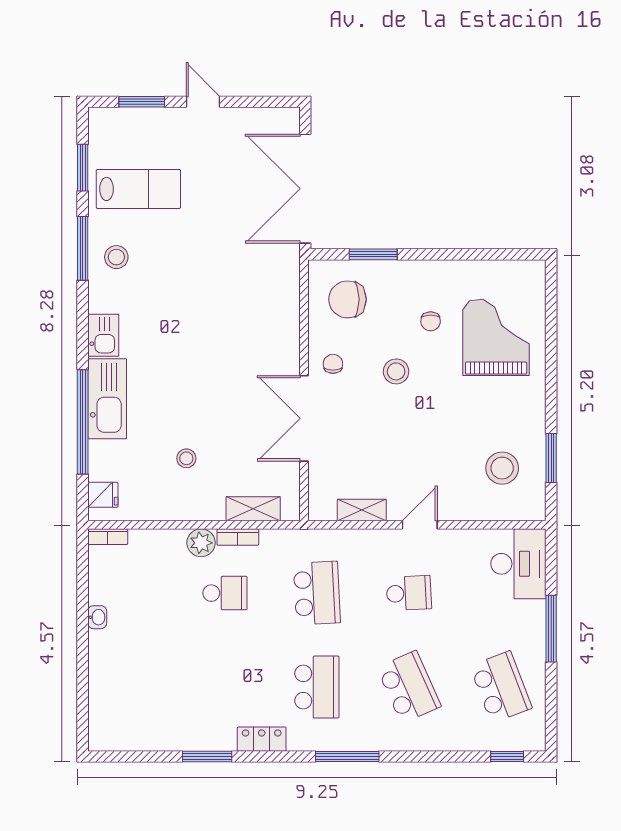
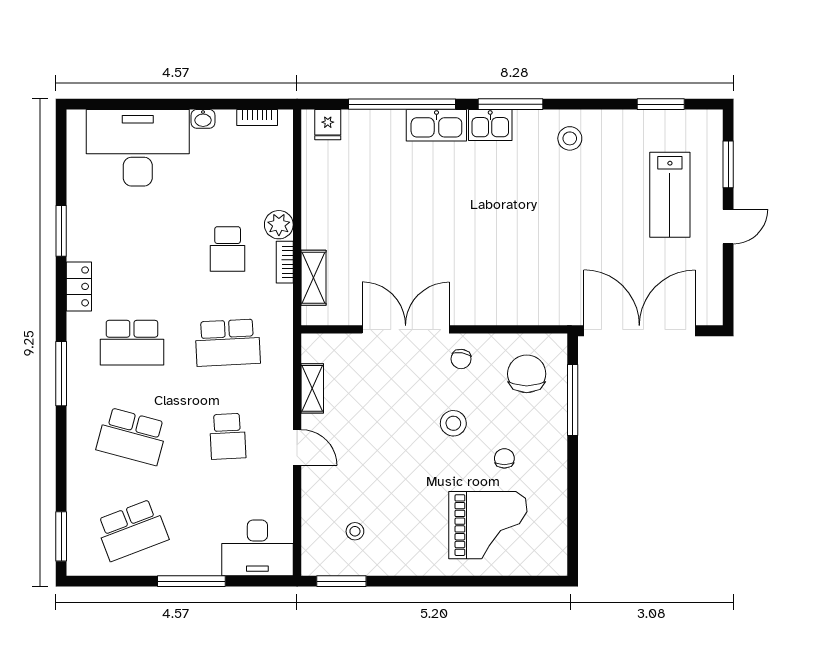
lab bench: (138, 189) -> (670, 195), moved
window: (83, 248) -> (510, 104), moved
window: (373, 254) -> (573, 400), width x1.44
chair: (431, 321) -> (504, 458), turned 90
chair: (333, 364) -> (461, 359), turned 99
kitchen sink: (107, 399) -> (436, 125), width x0.73, depth x0.81
stool: (186, 458) -> (365, 210), removed
window: (551, 458) -> (341, 581), moved
stool: (502, 468) -> (355, 531), width x0.53, depth x0.53
bookcase: (108, 537) -> (257, 117), moved, turned -90
desk: (126, 681) -> (138, 148), added
school desk: (409, 687) -> (132, 436), turned 39
window: (507, 757) -> (61, 536), width x1.50

